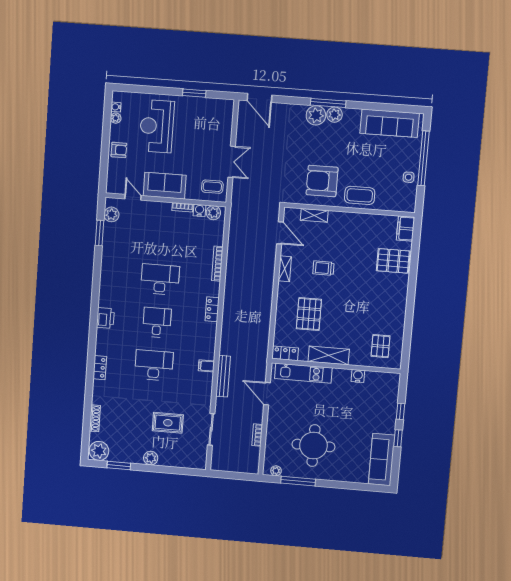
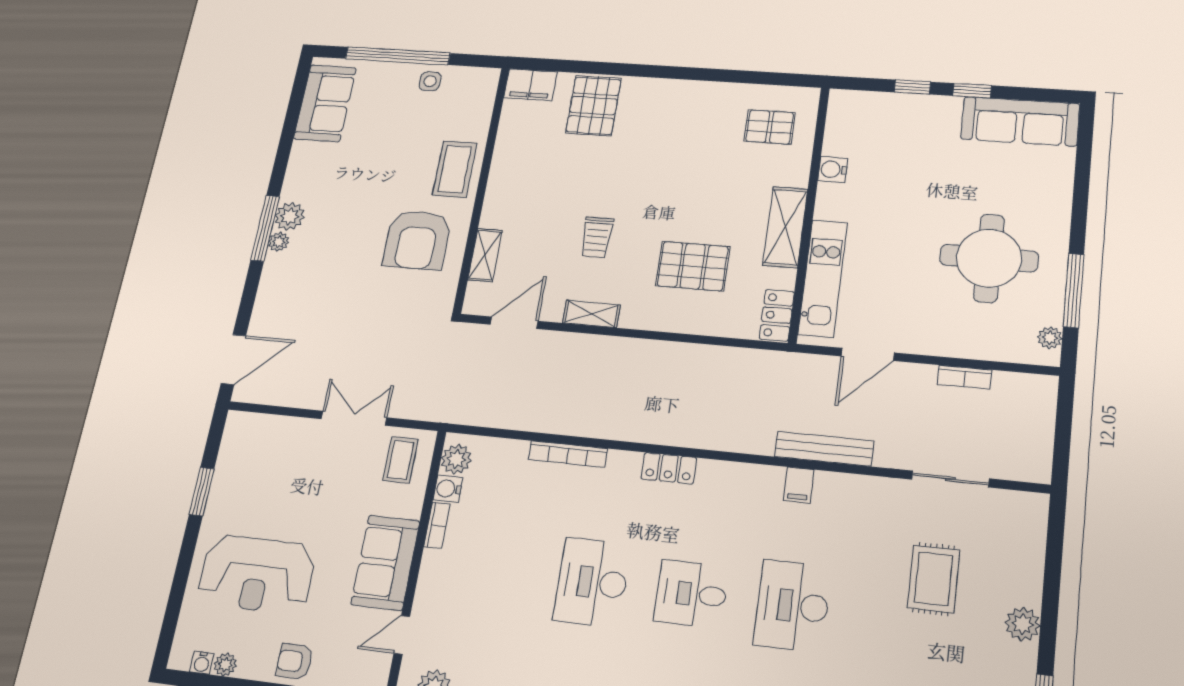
plant: (316, 115) -> (279, 242), width x0.53, depth x0.53
sofa: (390, 123) -> (325, 103), width x0.73
armchair: (119, 150) -> (295, 661), turned -90

